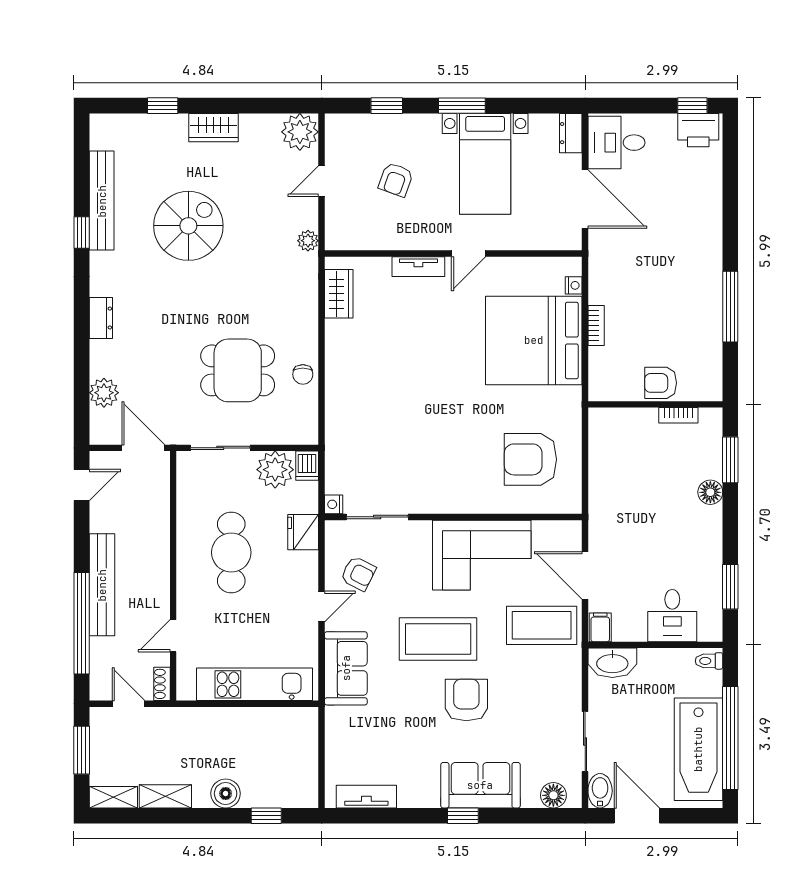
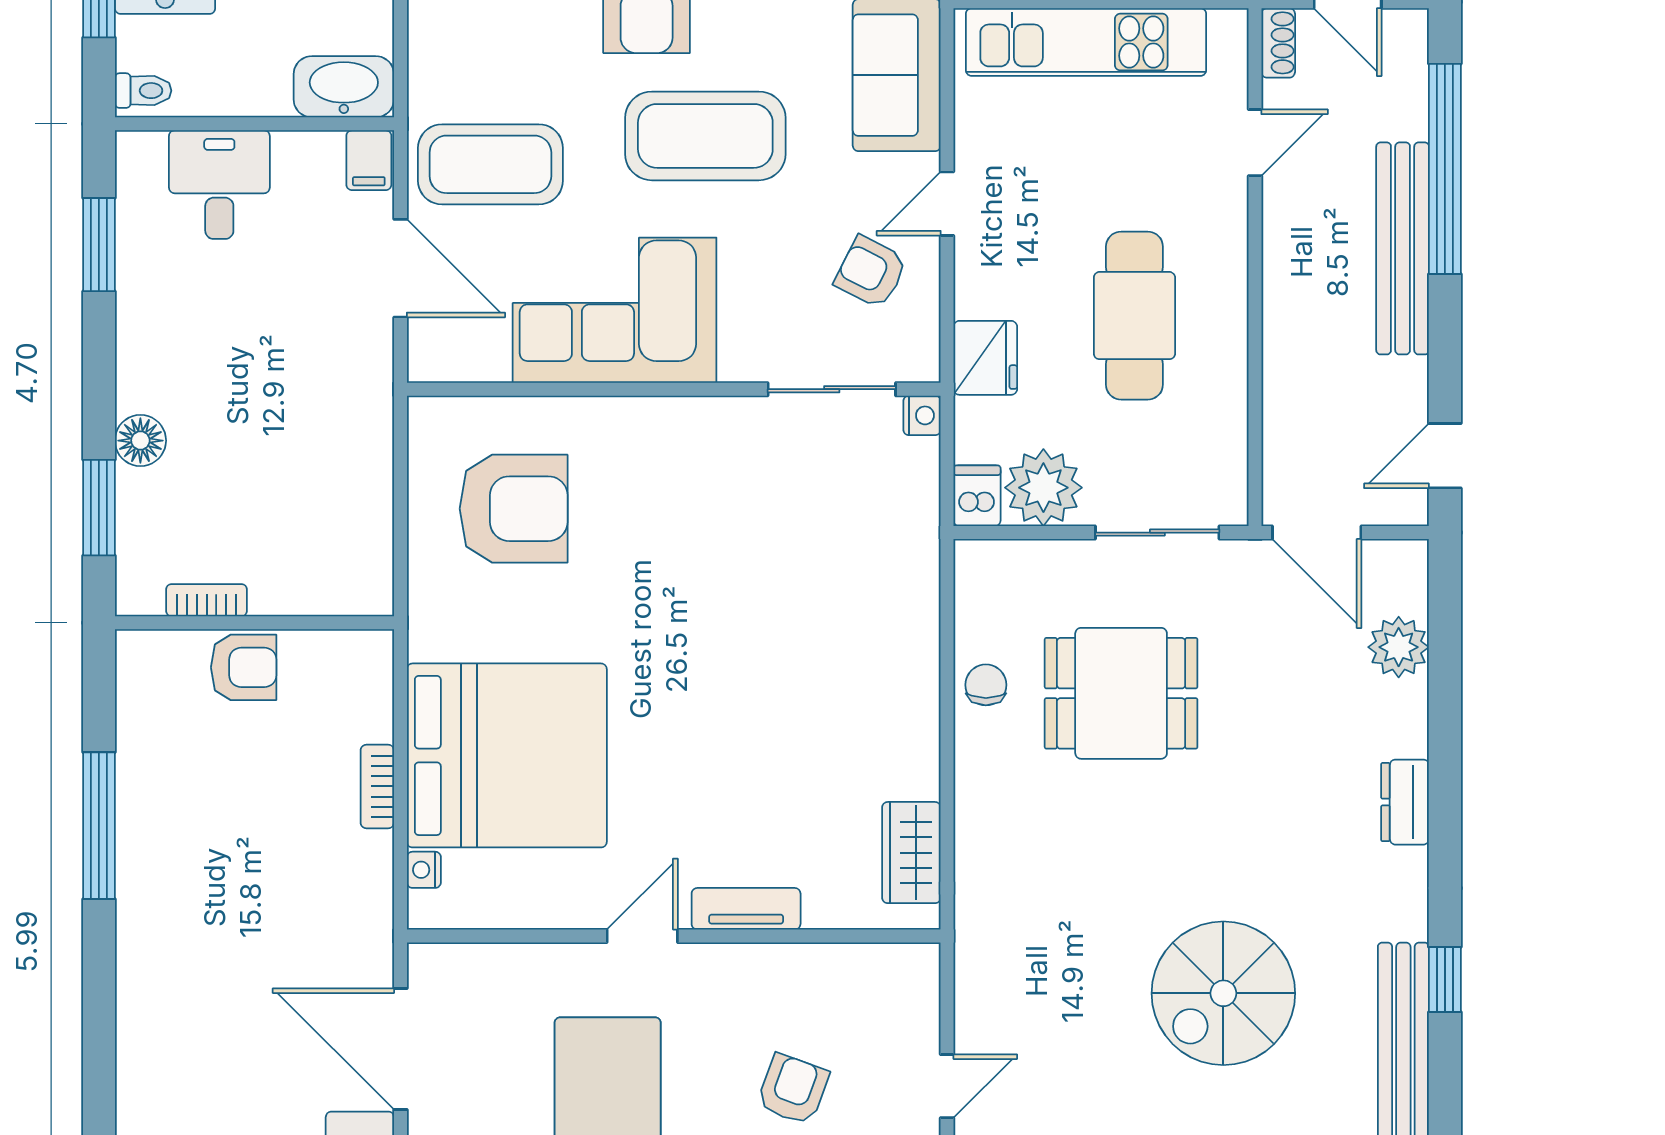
plant: (308, 241) -> (975, 962), removed

